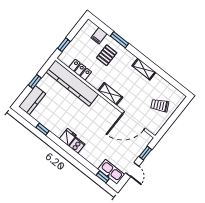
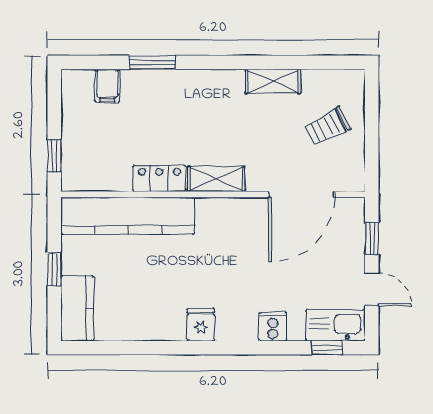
pallet: (107, 55) -> (151, 111), removed
shelving: (144, 69) -> (273, 81), moved
locker: (80, 70) -> (159, 178), moved
window: (43, 129) -> (141, 348), removed
cooker: (77, 145) -> (273, 327), moved

